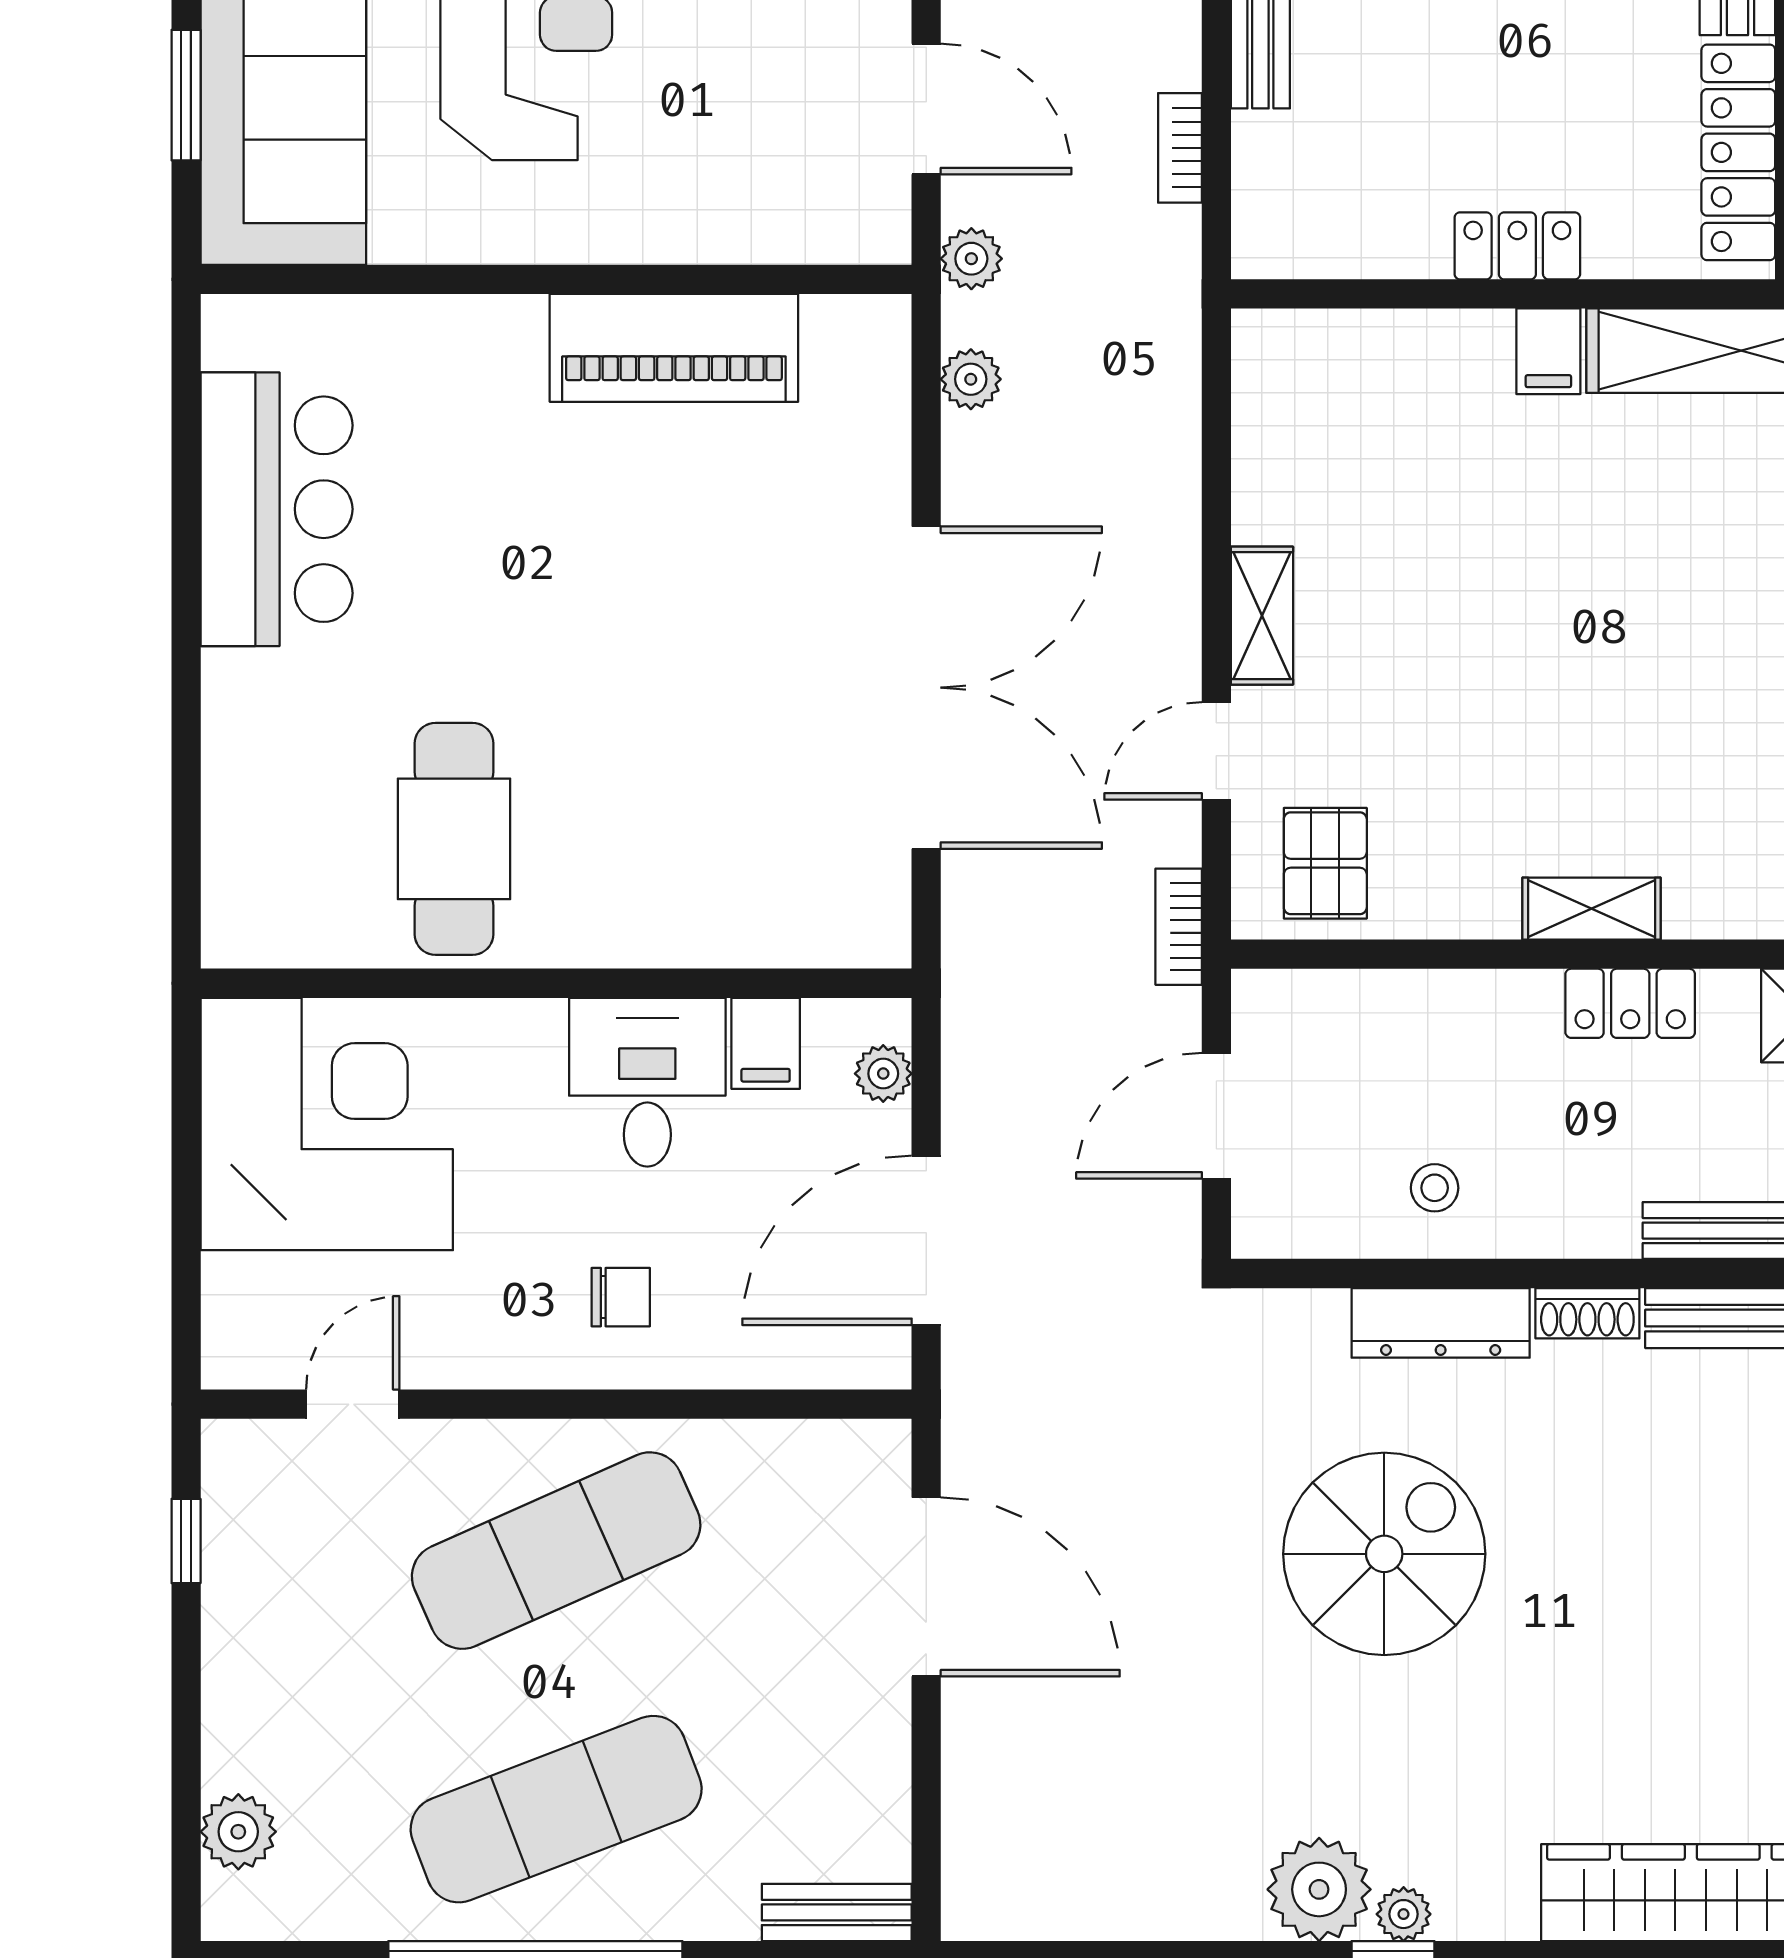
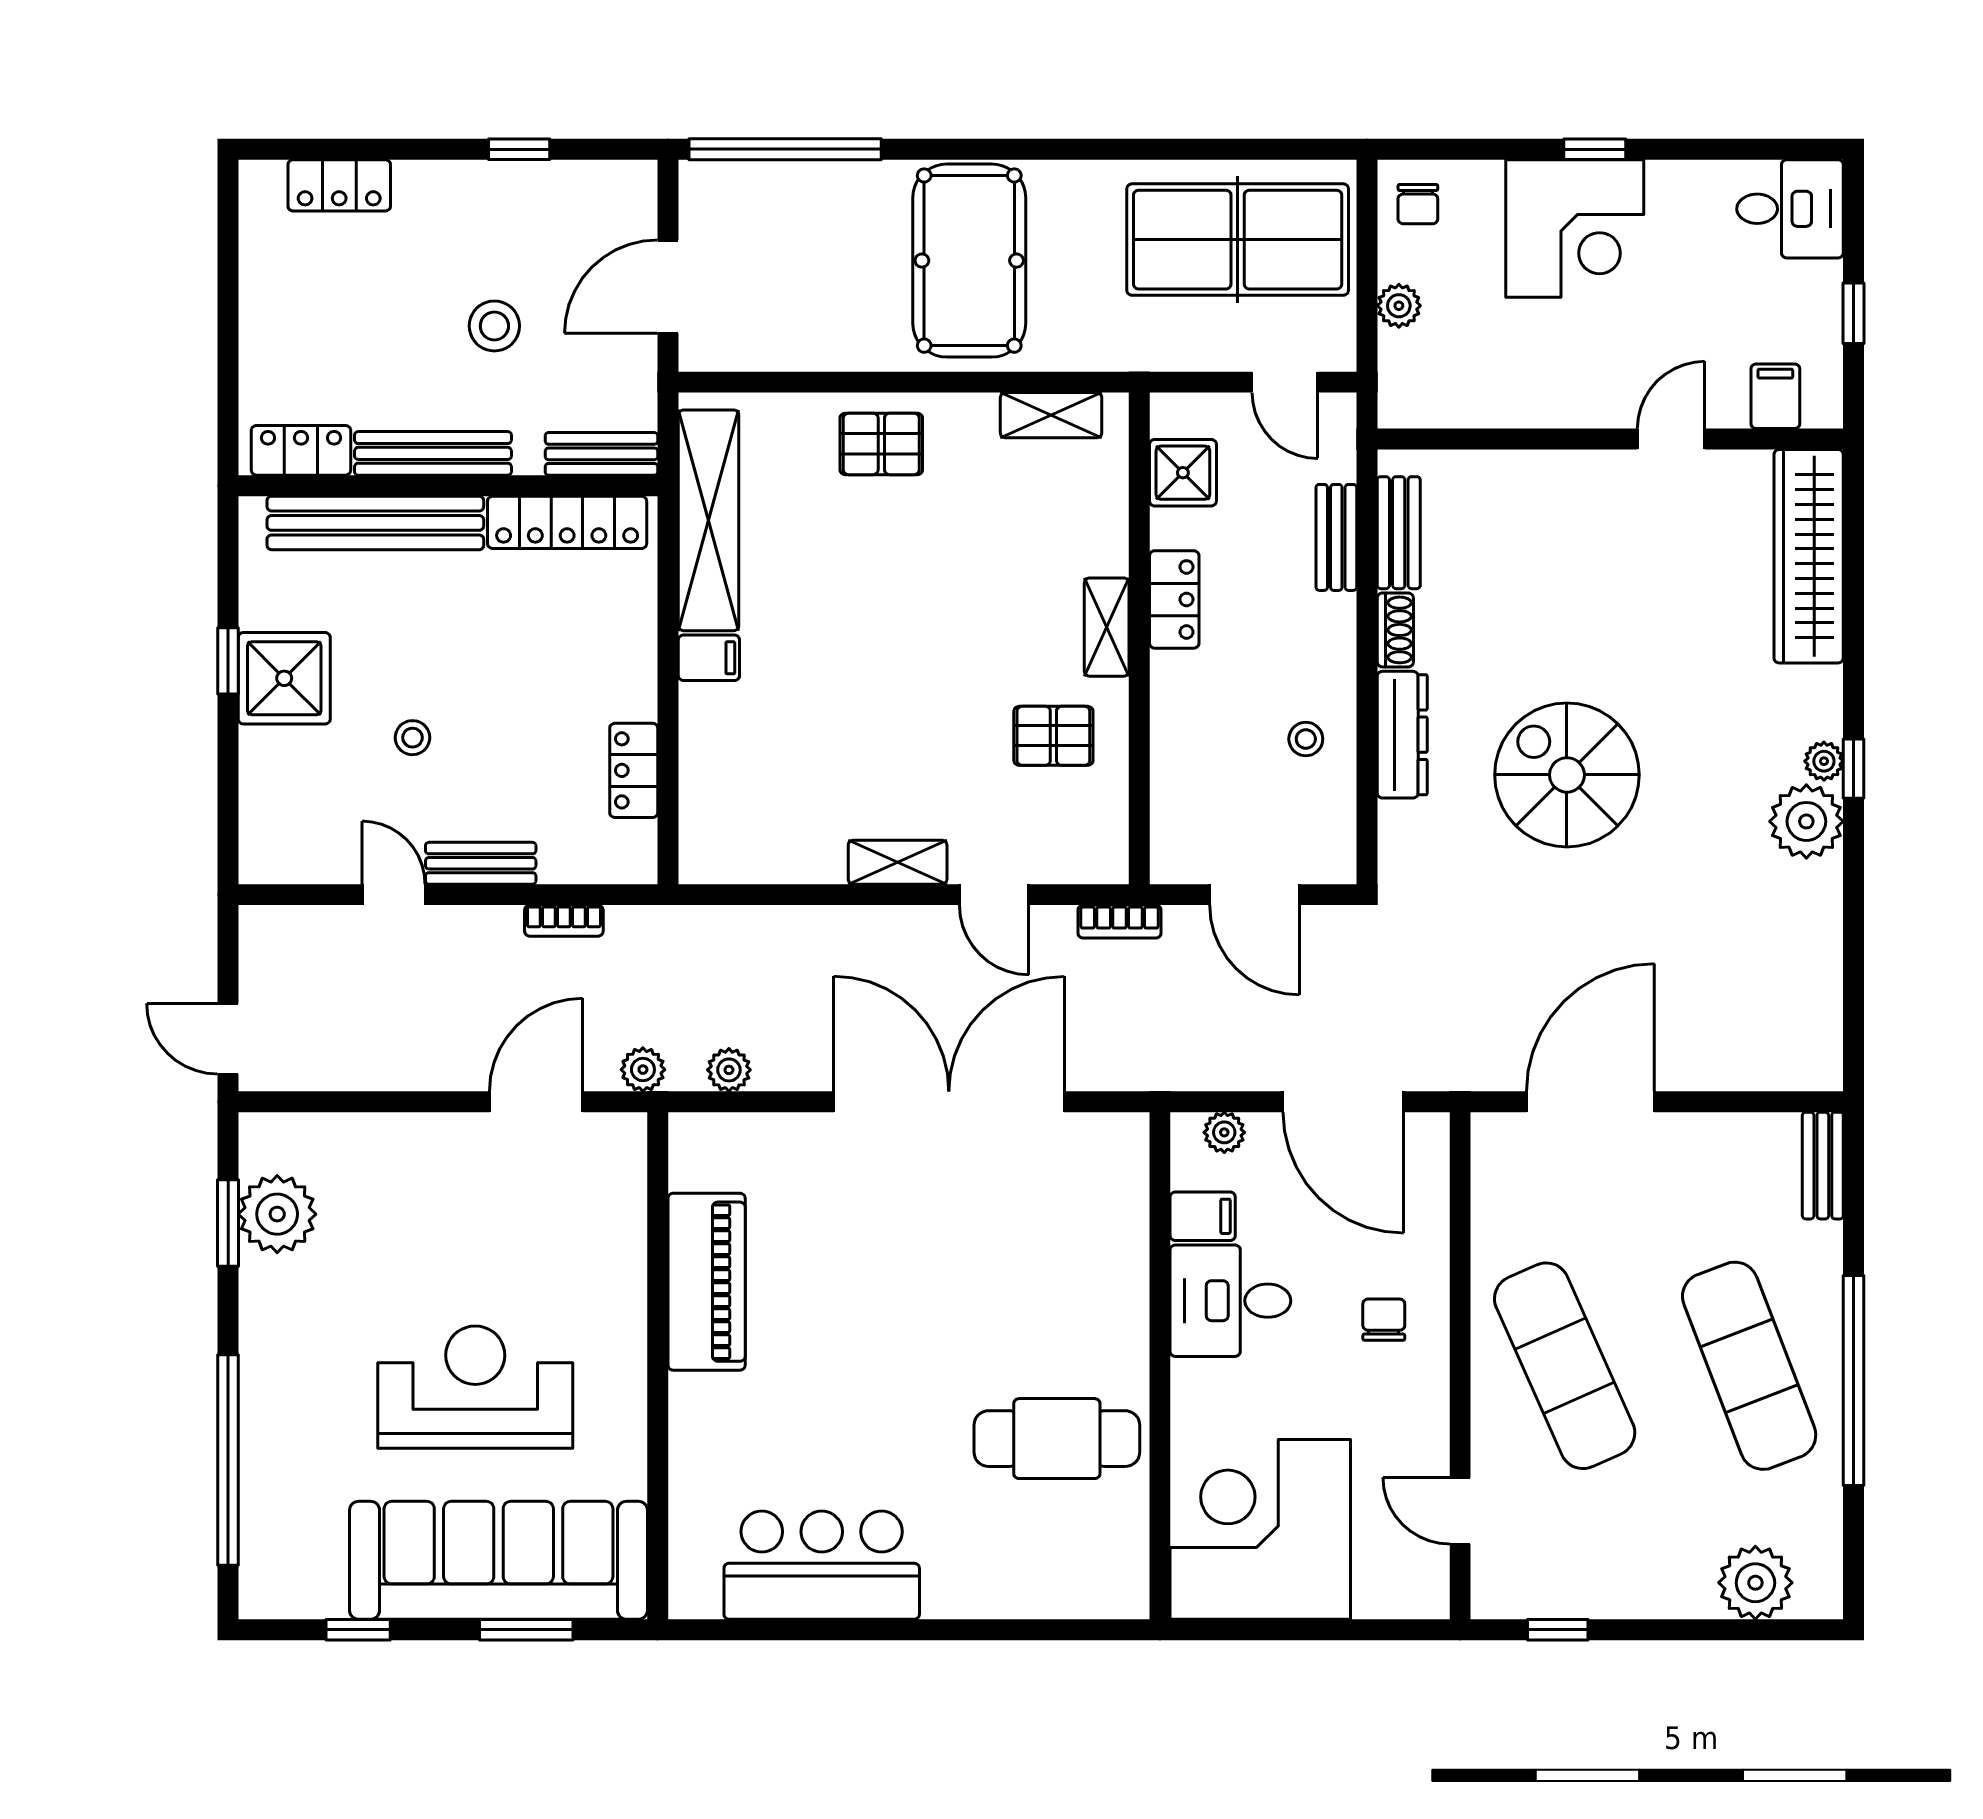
locker: (1517, 246) -> (634, 770), moved
pallet: (1325, 863) -> (1053, 736), moved
plant: (238, 1832) -> (1755, 1583), width x1.36, depth x1.36

